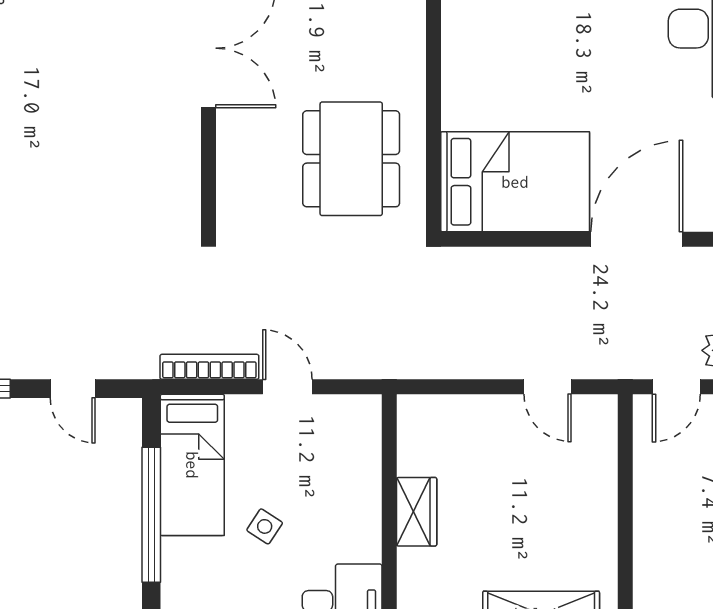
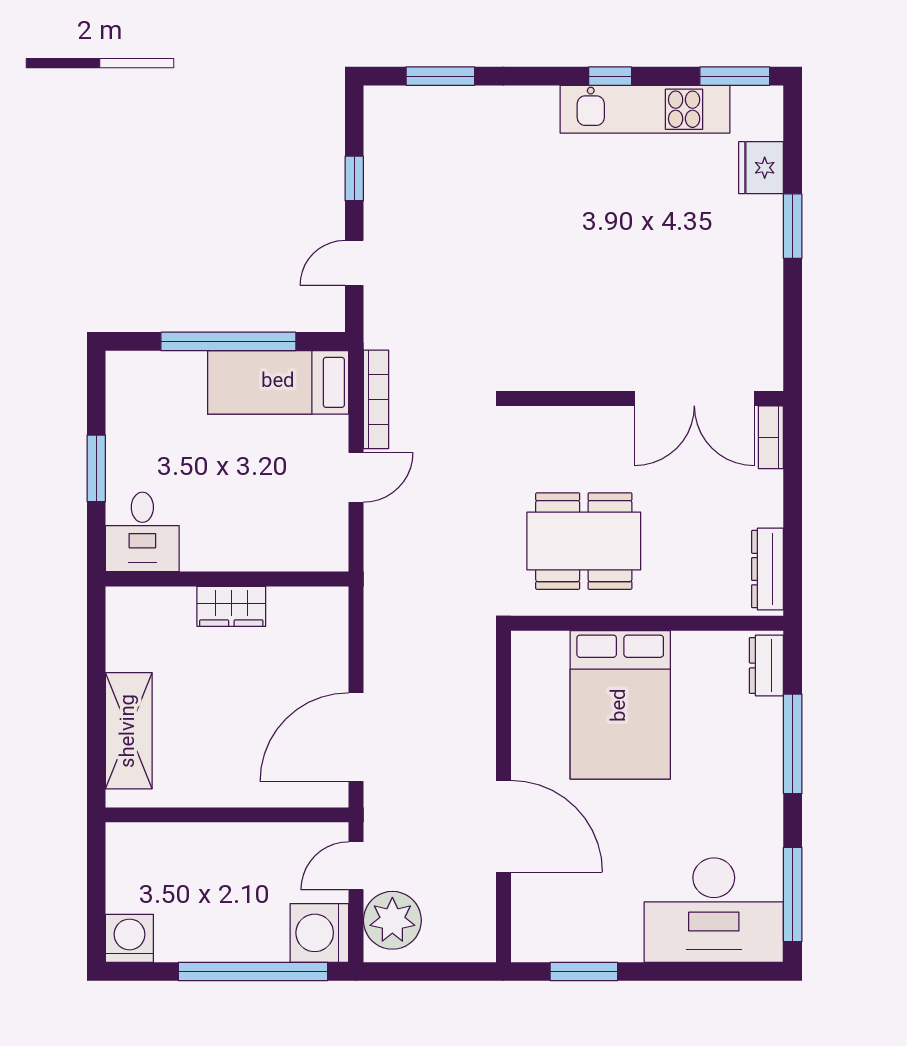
bed: (515, 182) -> (620, 705), moved
door: (548, 387) -> (356, 737), width x1.88
door: (676, 387) -> (356, 866), hinge flipped
side table: (265, 526) -> (217, 455), removed

